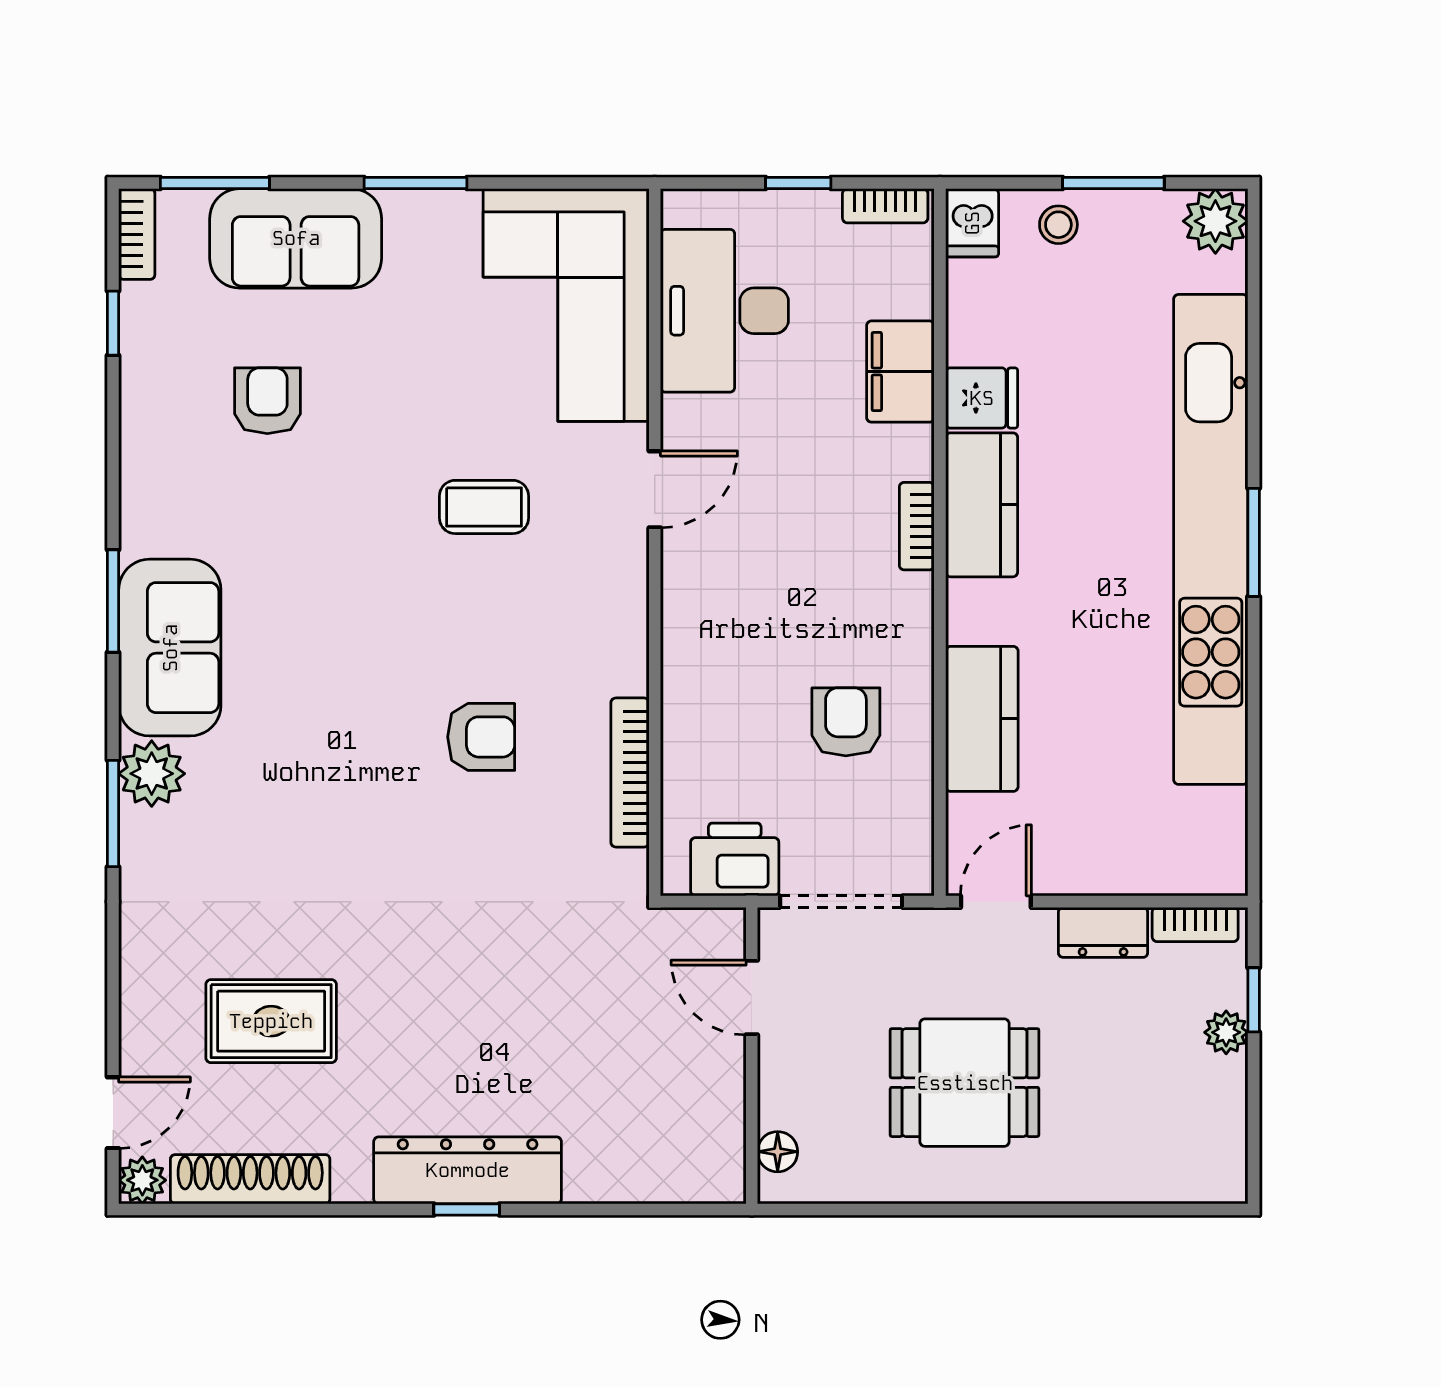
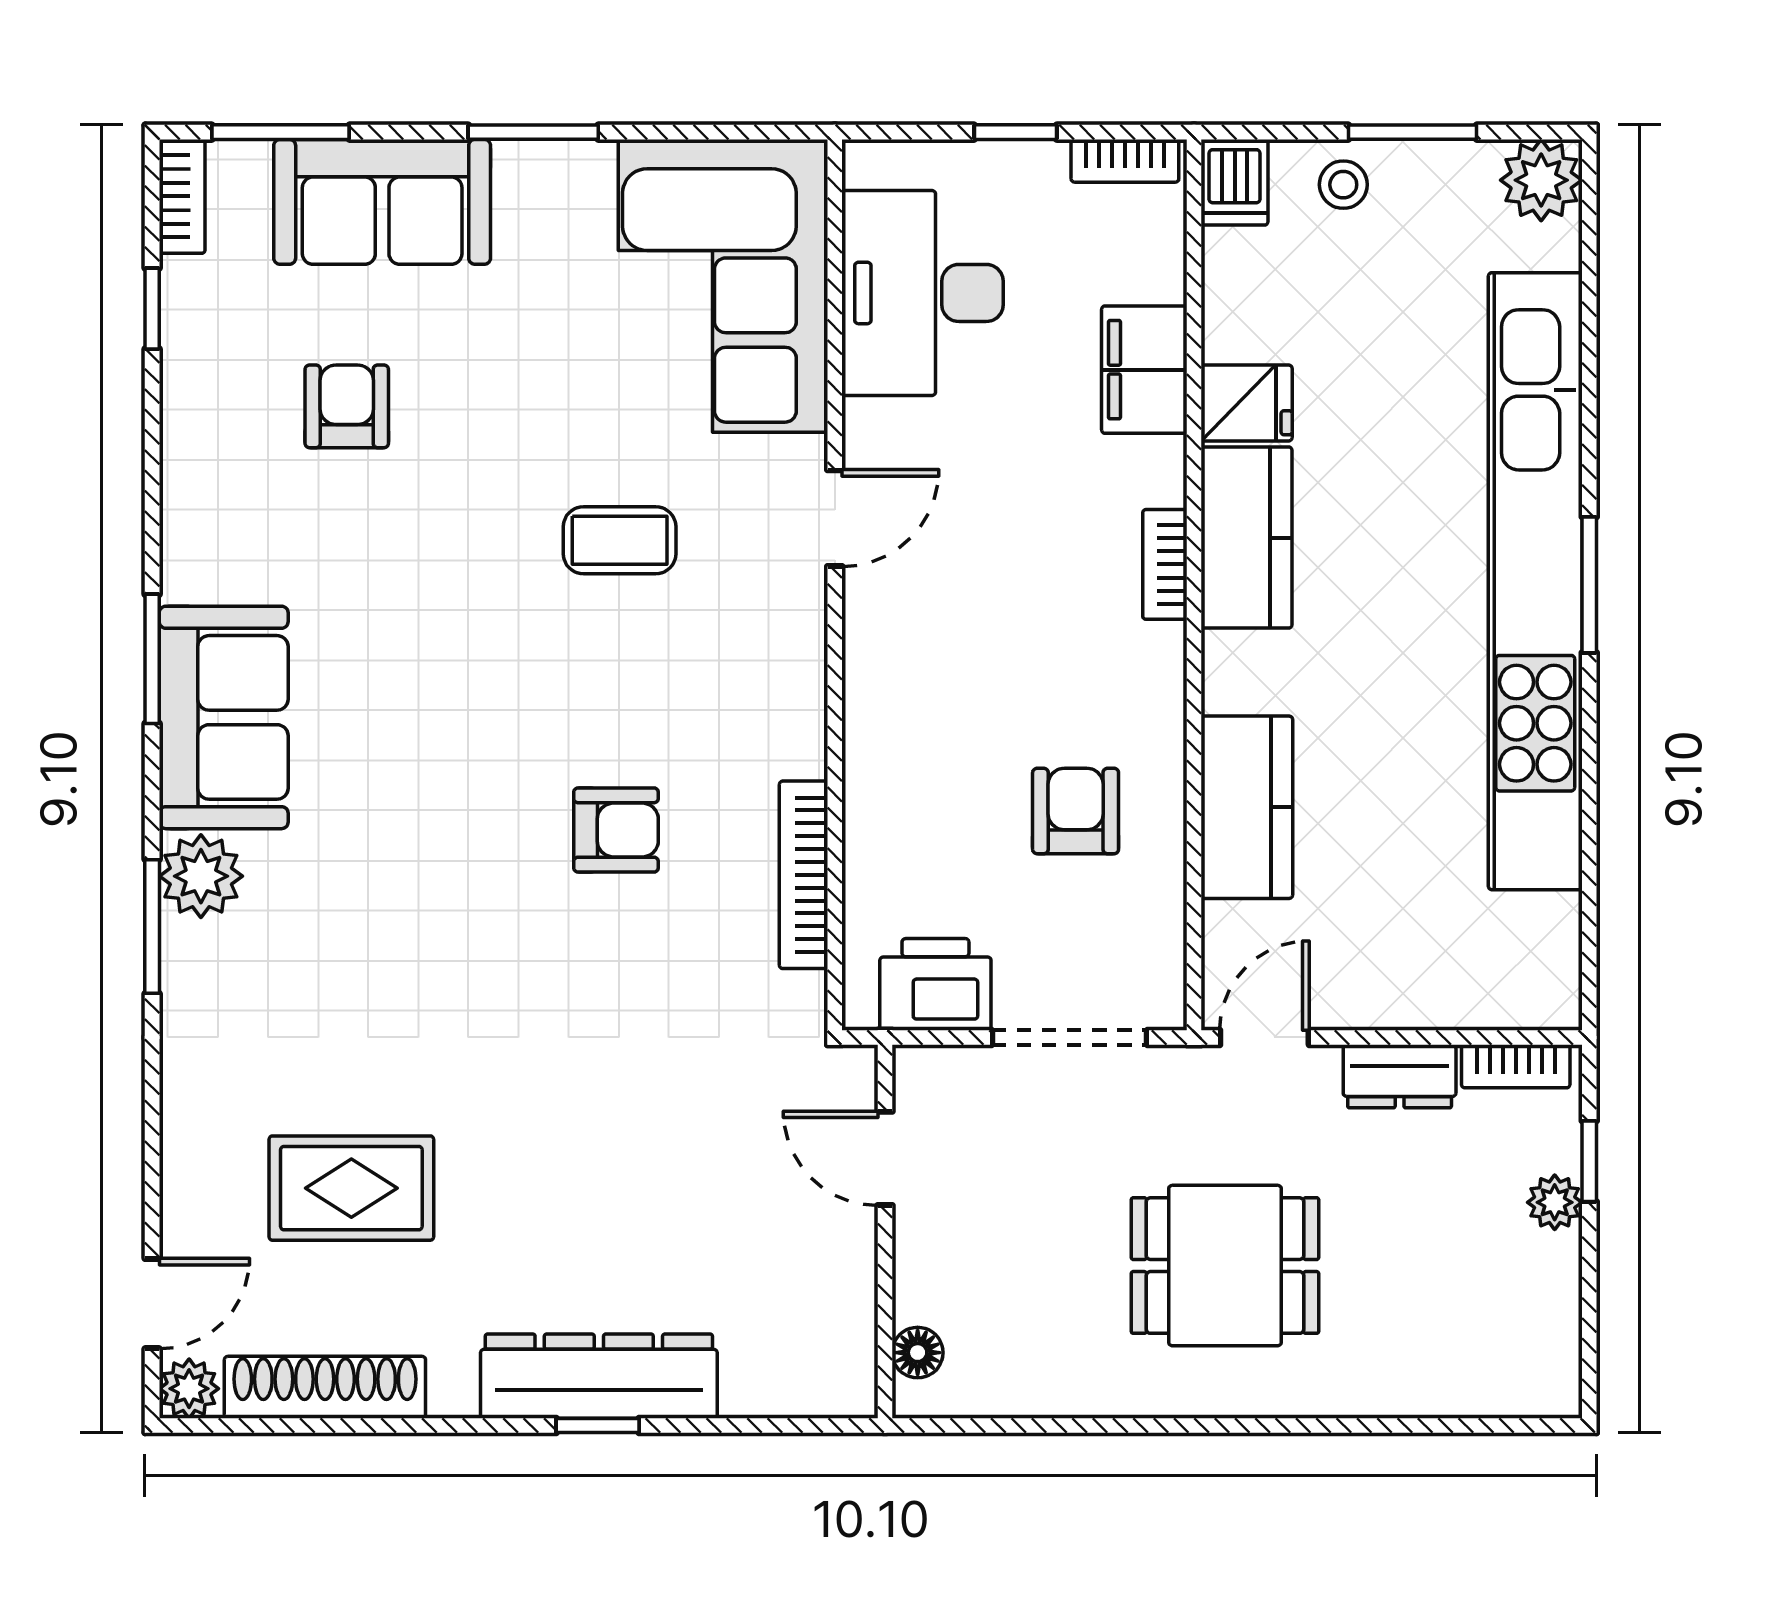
door: (752, 998) -> (885, 1158), moved
wall: (752, 1056) -> (885, 1231), moved
floor lamp: (778, 1152) -> (918, 1353), moved

